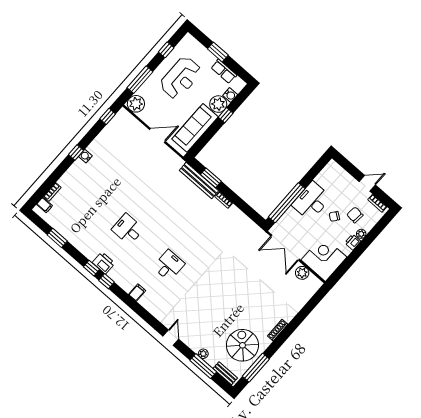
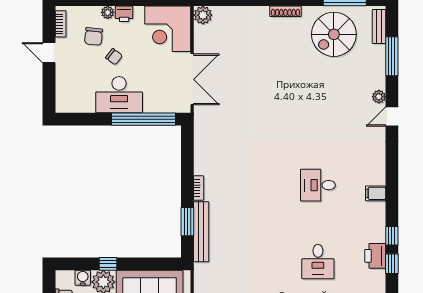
plant: (302, 273) -> (203, 15), moved
plant: (203, 354) -> (379, 97), moved

